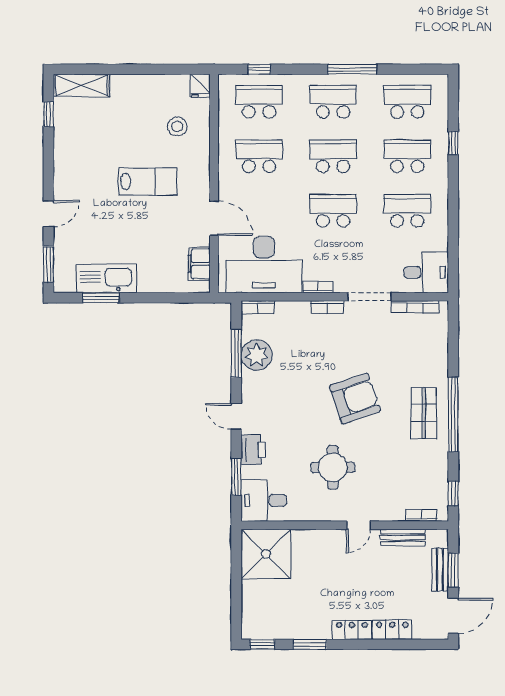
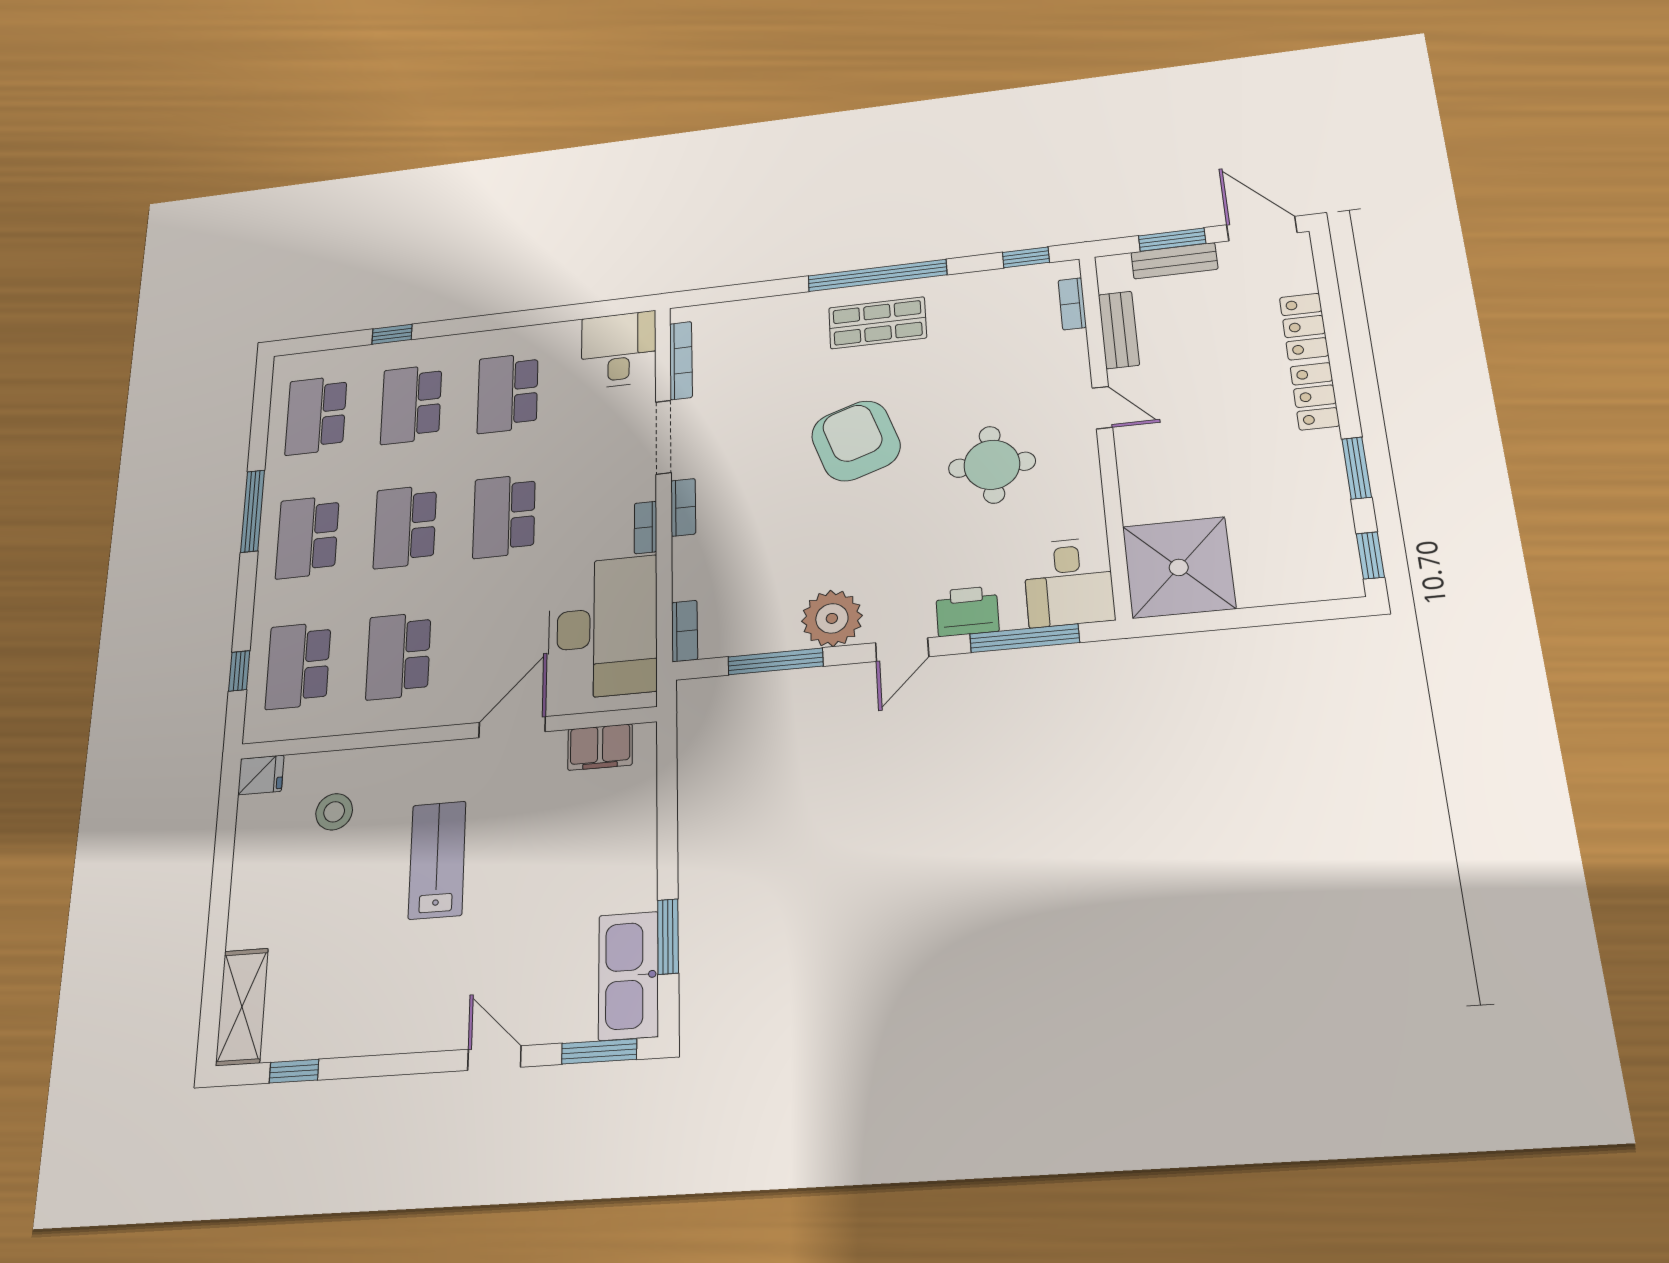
kitchen sink: (106, 278) -> (628, 976), moved
plant: (257, 355) -> (832, 618), moved
window: (236, 477) -> (1025, 638), width x1.44

